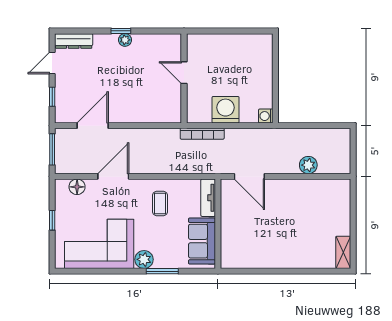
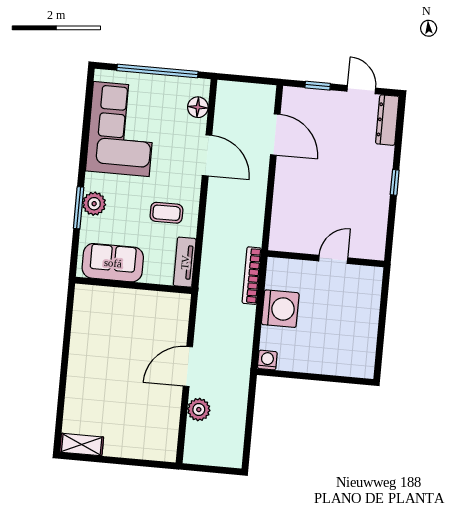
plant: (125, 40) -> (383, 187), removed
window: (52, 149) -> (249, 79), removed
door: (249, 176) -> (188, 366), moved
tv unit: (208, 198) -> (185, 262), moved, turned -90
window: (52, 220) -> (157, 71), width x3.17
plant: (144, 259) -> (94, 204), moved

